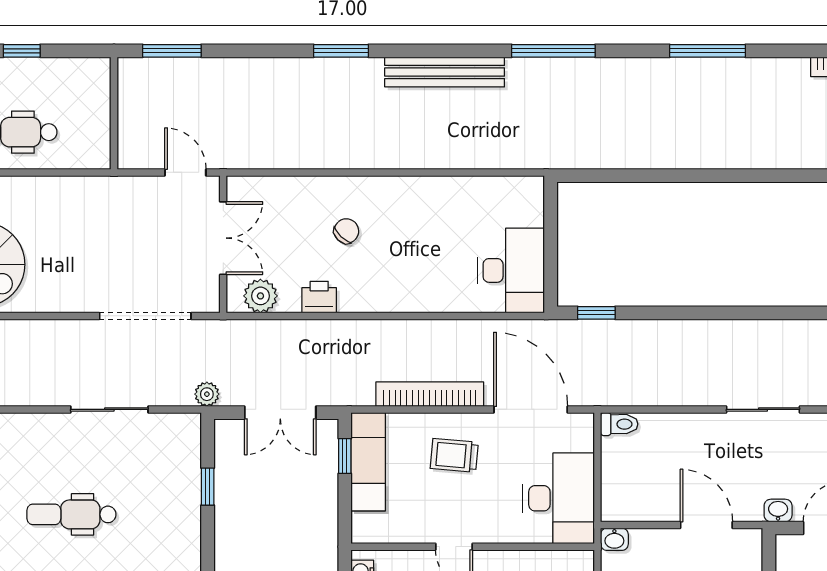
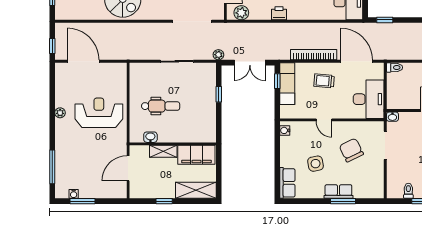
printer: (319, 297) -> (279, 13), moved
dental chair: (71, 514) -> (161, 106), turned 180

